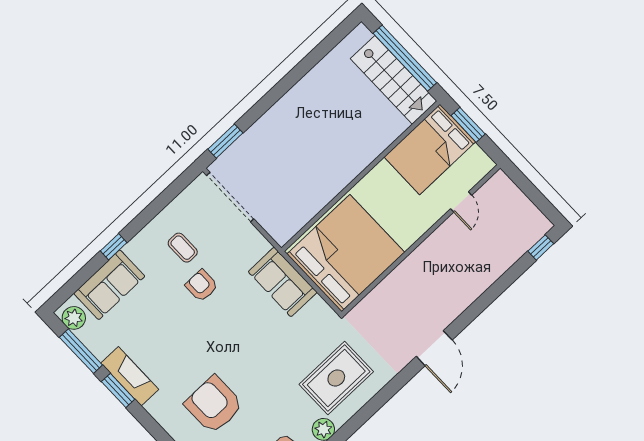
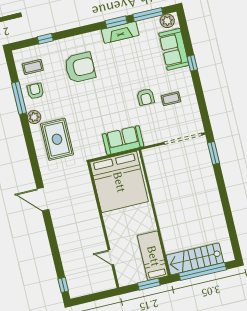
bed: (430, 149) -> (153, 256), width x0.67
armchair: (202, 286) -> (146, 97), turned 90

